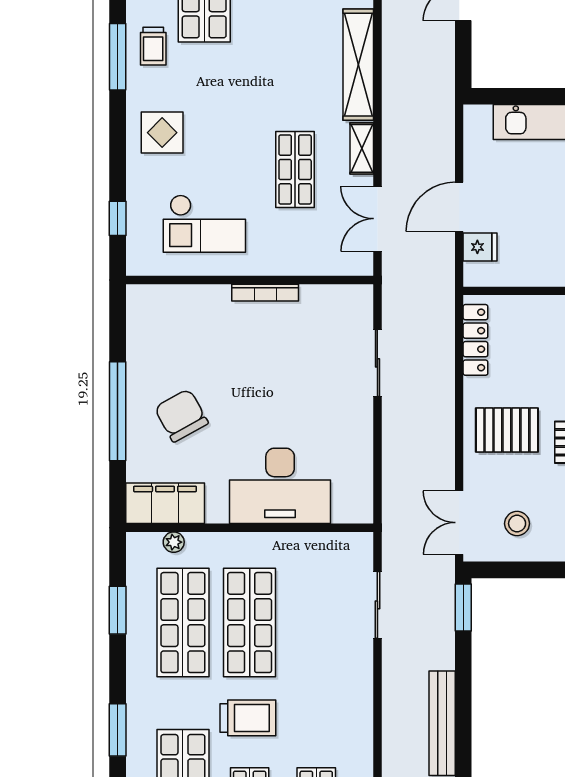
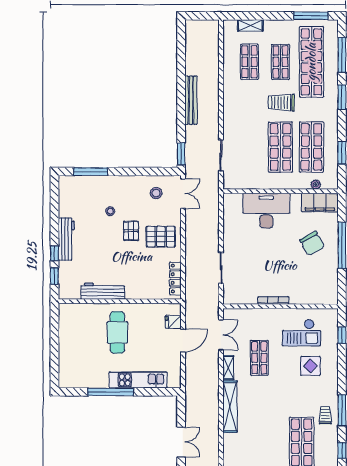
display table: (162, 133) -> (310, 366), moved
checkout: (204, 224) -> (301, 333), turned 180

